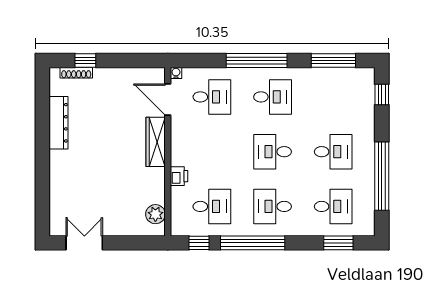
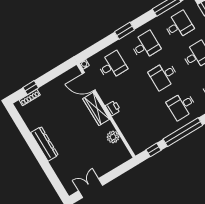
window: (257, 60) -> (125, 31), width x0.47
dresser: (59, 123) -> (45, 144), moved
printer: (179, 176) -> (113, 108), moved
desk: (212, 206) -> (179, 25), moved
plant: (155, 214) -> (113, 137), moved

